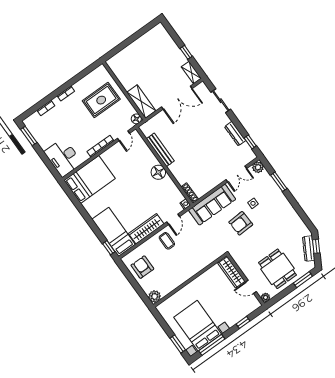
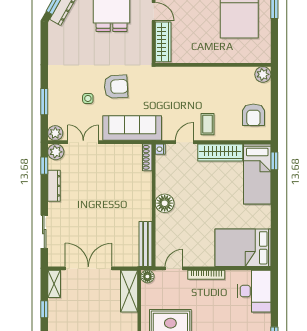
bench: (160, 150) -> (145, 244), moved
plant: (249, 156) -> (56, 152), added

